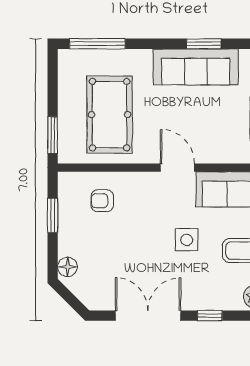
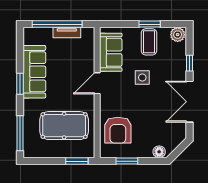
window: (204, 44) -> (20, 84), moved
armchair: (102, 201) -> (118, 130), width x1.88, depth x1.88

